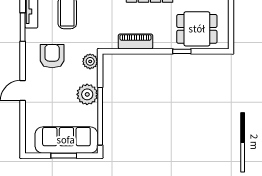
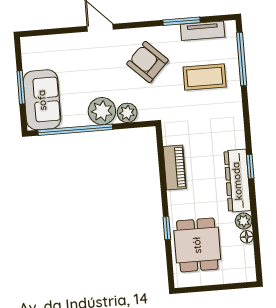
armchair: (52, 56) -> (147, 62), turned -136
plant: (90, 61) -> (127, 113), moved
sofa: (66, 140) -> (42, 100), width x0.73

